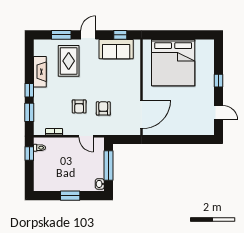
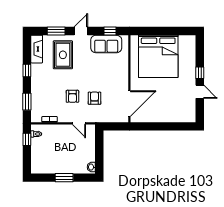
fireplace: (40, 72) -> (37, 49), moved
window: (29, 90) -> (27, 71), moved
door: (219, 113) -> (200, 92), moved
window: (108, 166) -> (99, 150), removed

